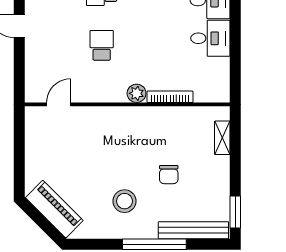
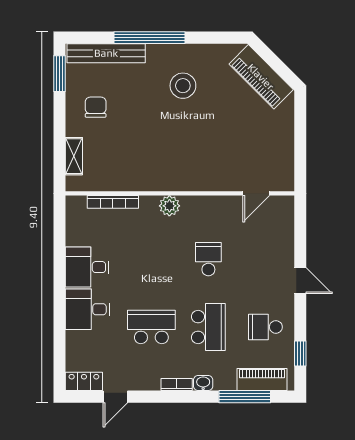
school desk: (102, 45) -> (208, 259), turned 180
bookcase: (170, 97) -> (113, 202), moved
chair: (169, 175) -> (96, 107), moved

